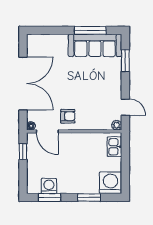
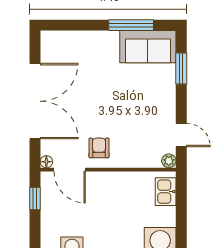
sofa: (95, 45) -> (148, 47), width x0.73
armchair: (68, 116) -> (99, 148), turned -90

